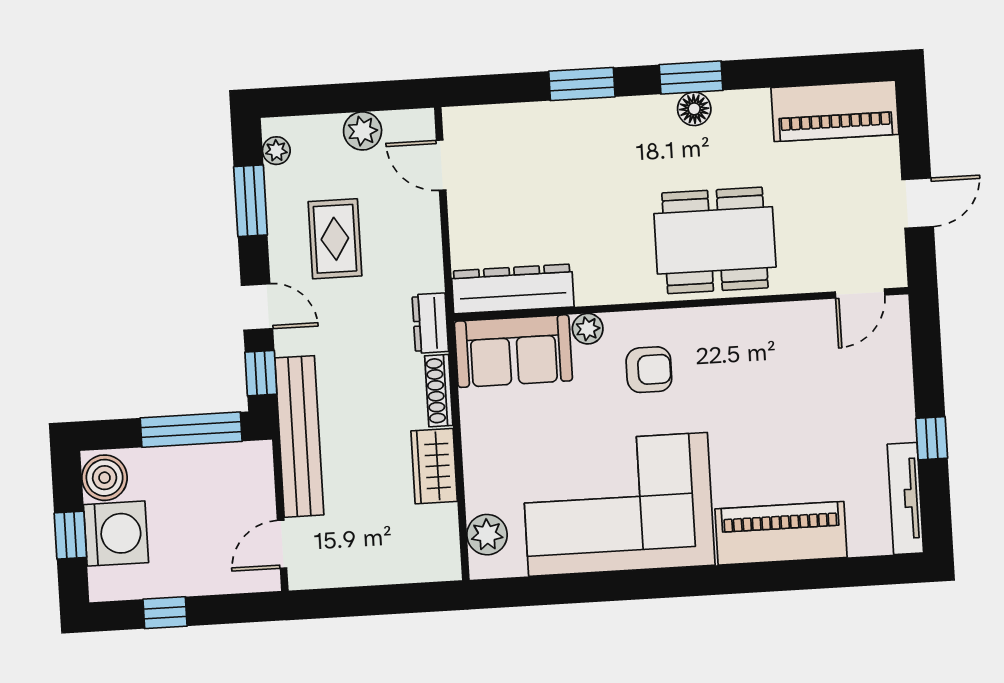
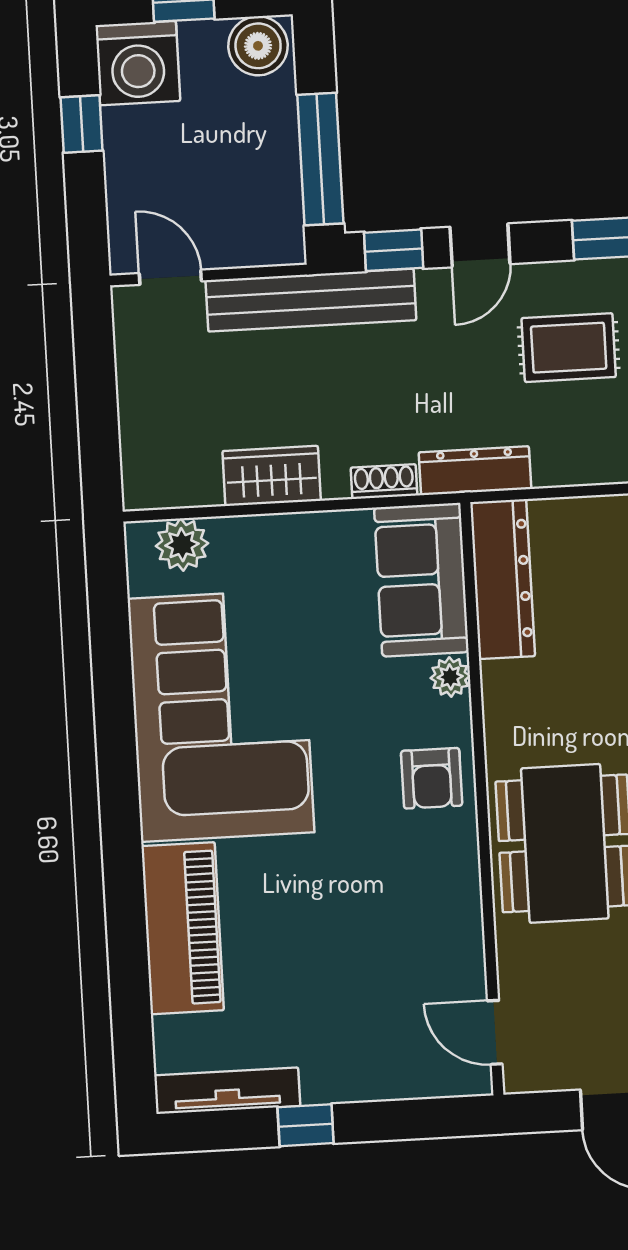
dresser: (430, 323) -> (475, 471), width x1.44
armchair: (649, 370) -> (432, 778), moved
shoe rack: (439, 391) -> (384, 481), width x0.70
washing machine: (116, 534) -> (138, 63), moved

